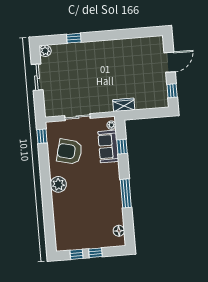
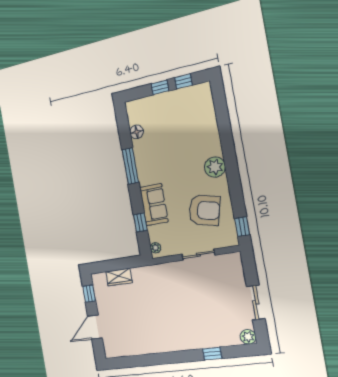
wardrobe: (124, 105) -> (119, 277), moved
sofa: (108, 146) -> (154, 205), moved
floor lamp: (119, 231) -> (137, 132), moved

